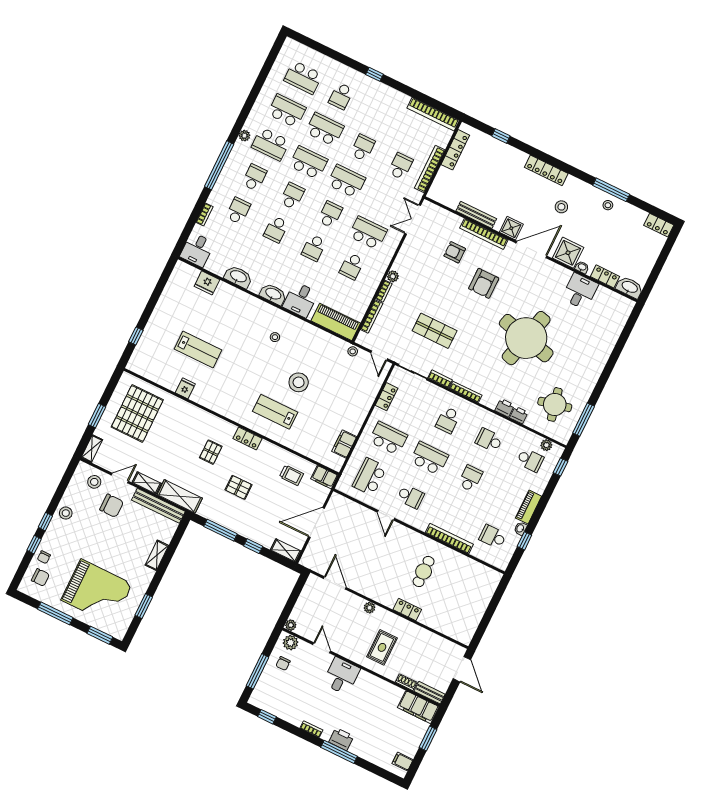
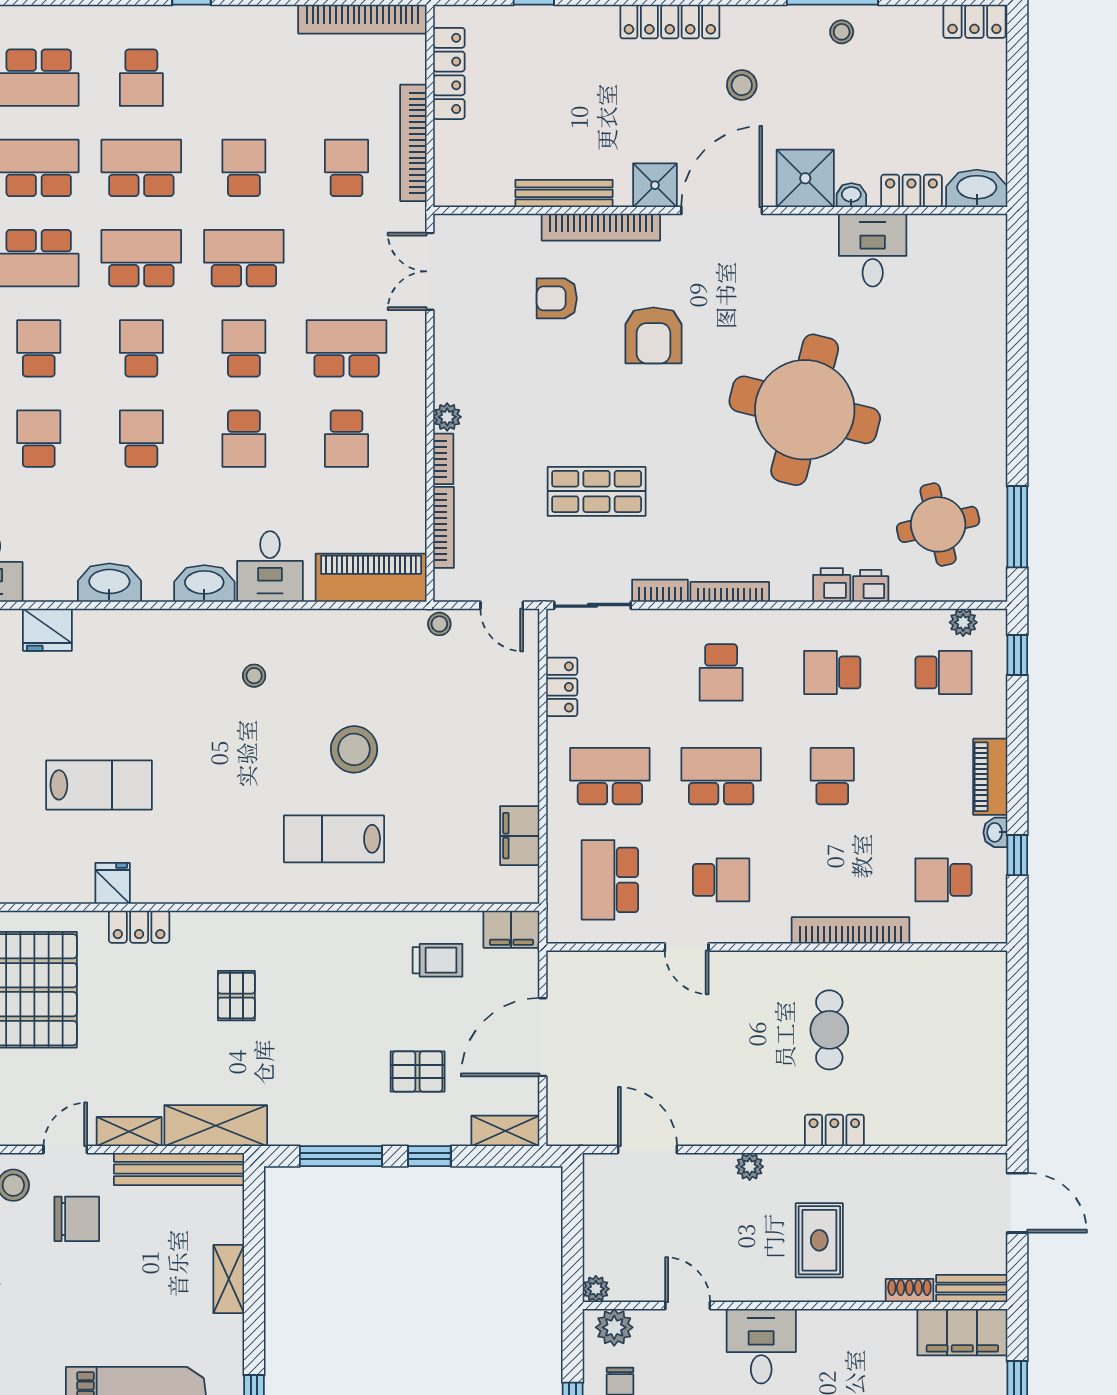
school desk: (276, 229) -> (141, 439), turned 180
locker: (248, 438) -> (139, 927), moved
pallet: (238, 487) -> (418, 1071), moved

